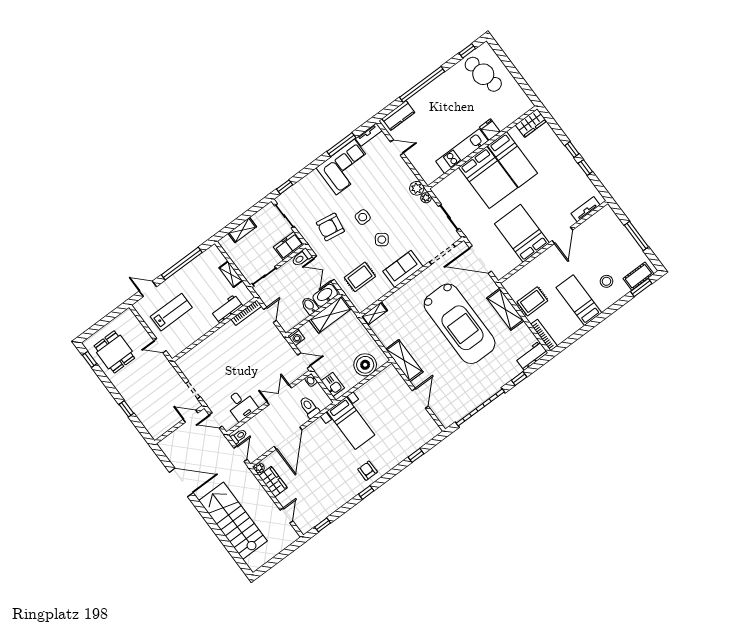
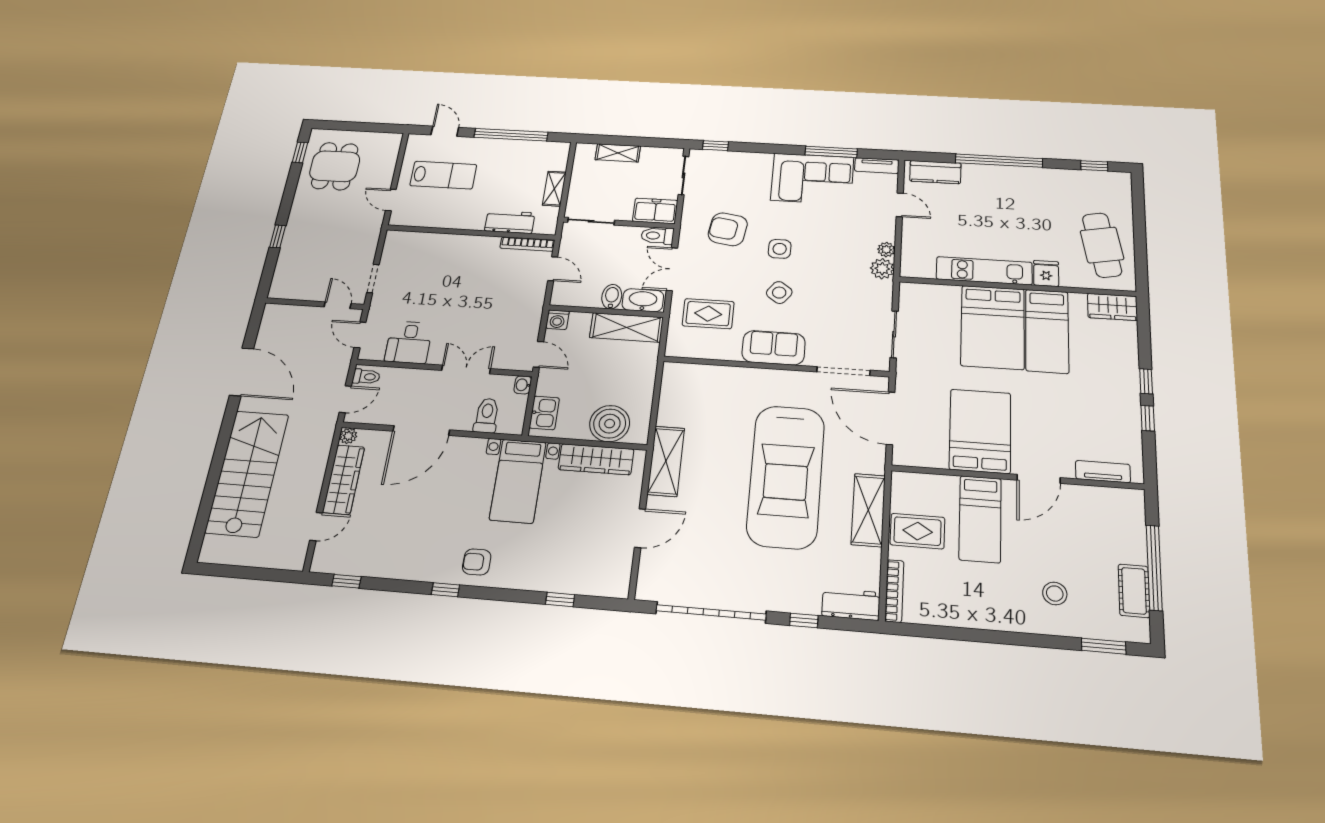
cafe table: (483, 74) -> (1102, 245), moved
plant: (426, 198) -> (886, 250), moved
window: (636, 236) -> (1154, 568), width x1.46
cot: (638, 276) -> (1134, 591), moved, turned 90
bed: (579, 300) -> (980, 519), moved, turned 180
shelving: (374, 314) -> (684, 371), removed
door: (270, 315) -> (553, 269), hinge flipped
wardrobe: (374, 385) -> (596, 459), added
armchair: (368, 471) -> (477, 562), turned -90
wardrobe: (273, 482) -> (344, 480), width x1.50

